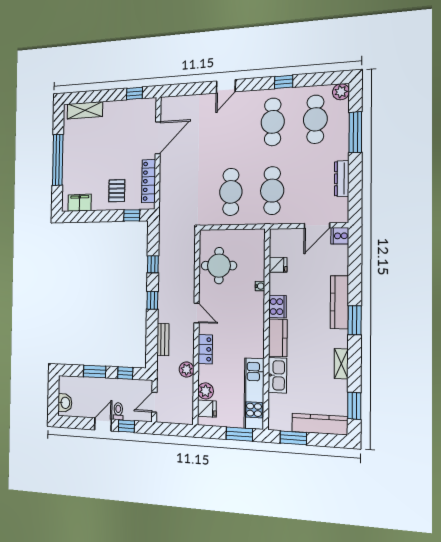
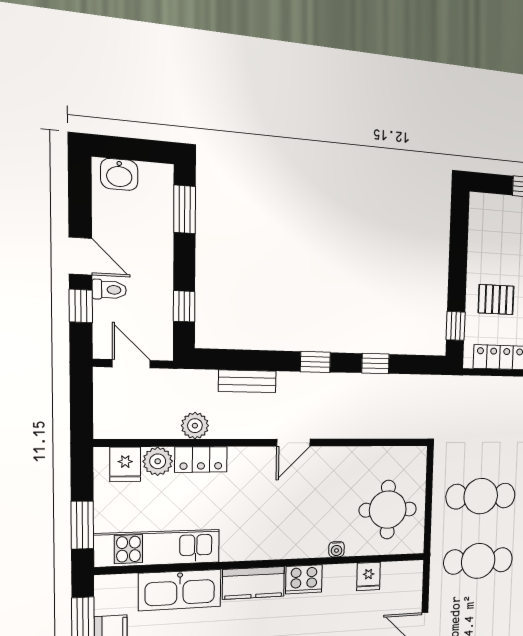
filing cabinet: (80, 203) -> (482, 228), removed
round table: (219, 266) -> (388, 510), moved
locker: (205, 349) -> (201, 460), moved
window: (95, 372) -> (185, 209), moved
kitchen sink: (277, 375) -> (180, 590), width x1.36, depth x1.24

